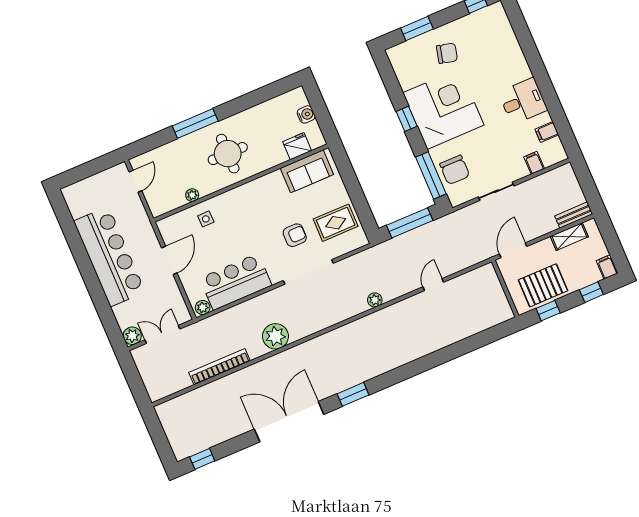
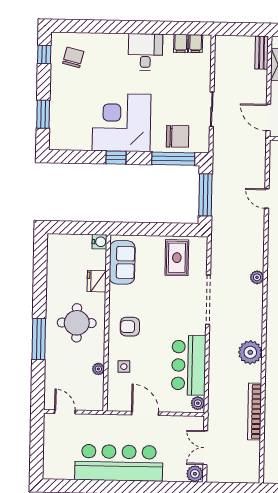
chair: (447, 53) -> (73, 57), moved
water cooler: (306, 114) -> (100, 242), moved, turned 90
fridge: (297, 146) -> (97, 281), moved
filing cabinet: (534, 163) -> (196, 44), moved, turned -90
armchair: (295, 235) -> (130, 327), moved, turned -90
plant: (375, 300) -> (257, 277), moved

